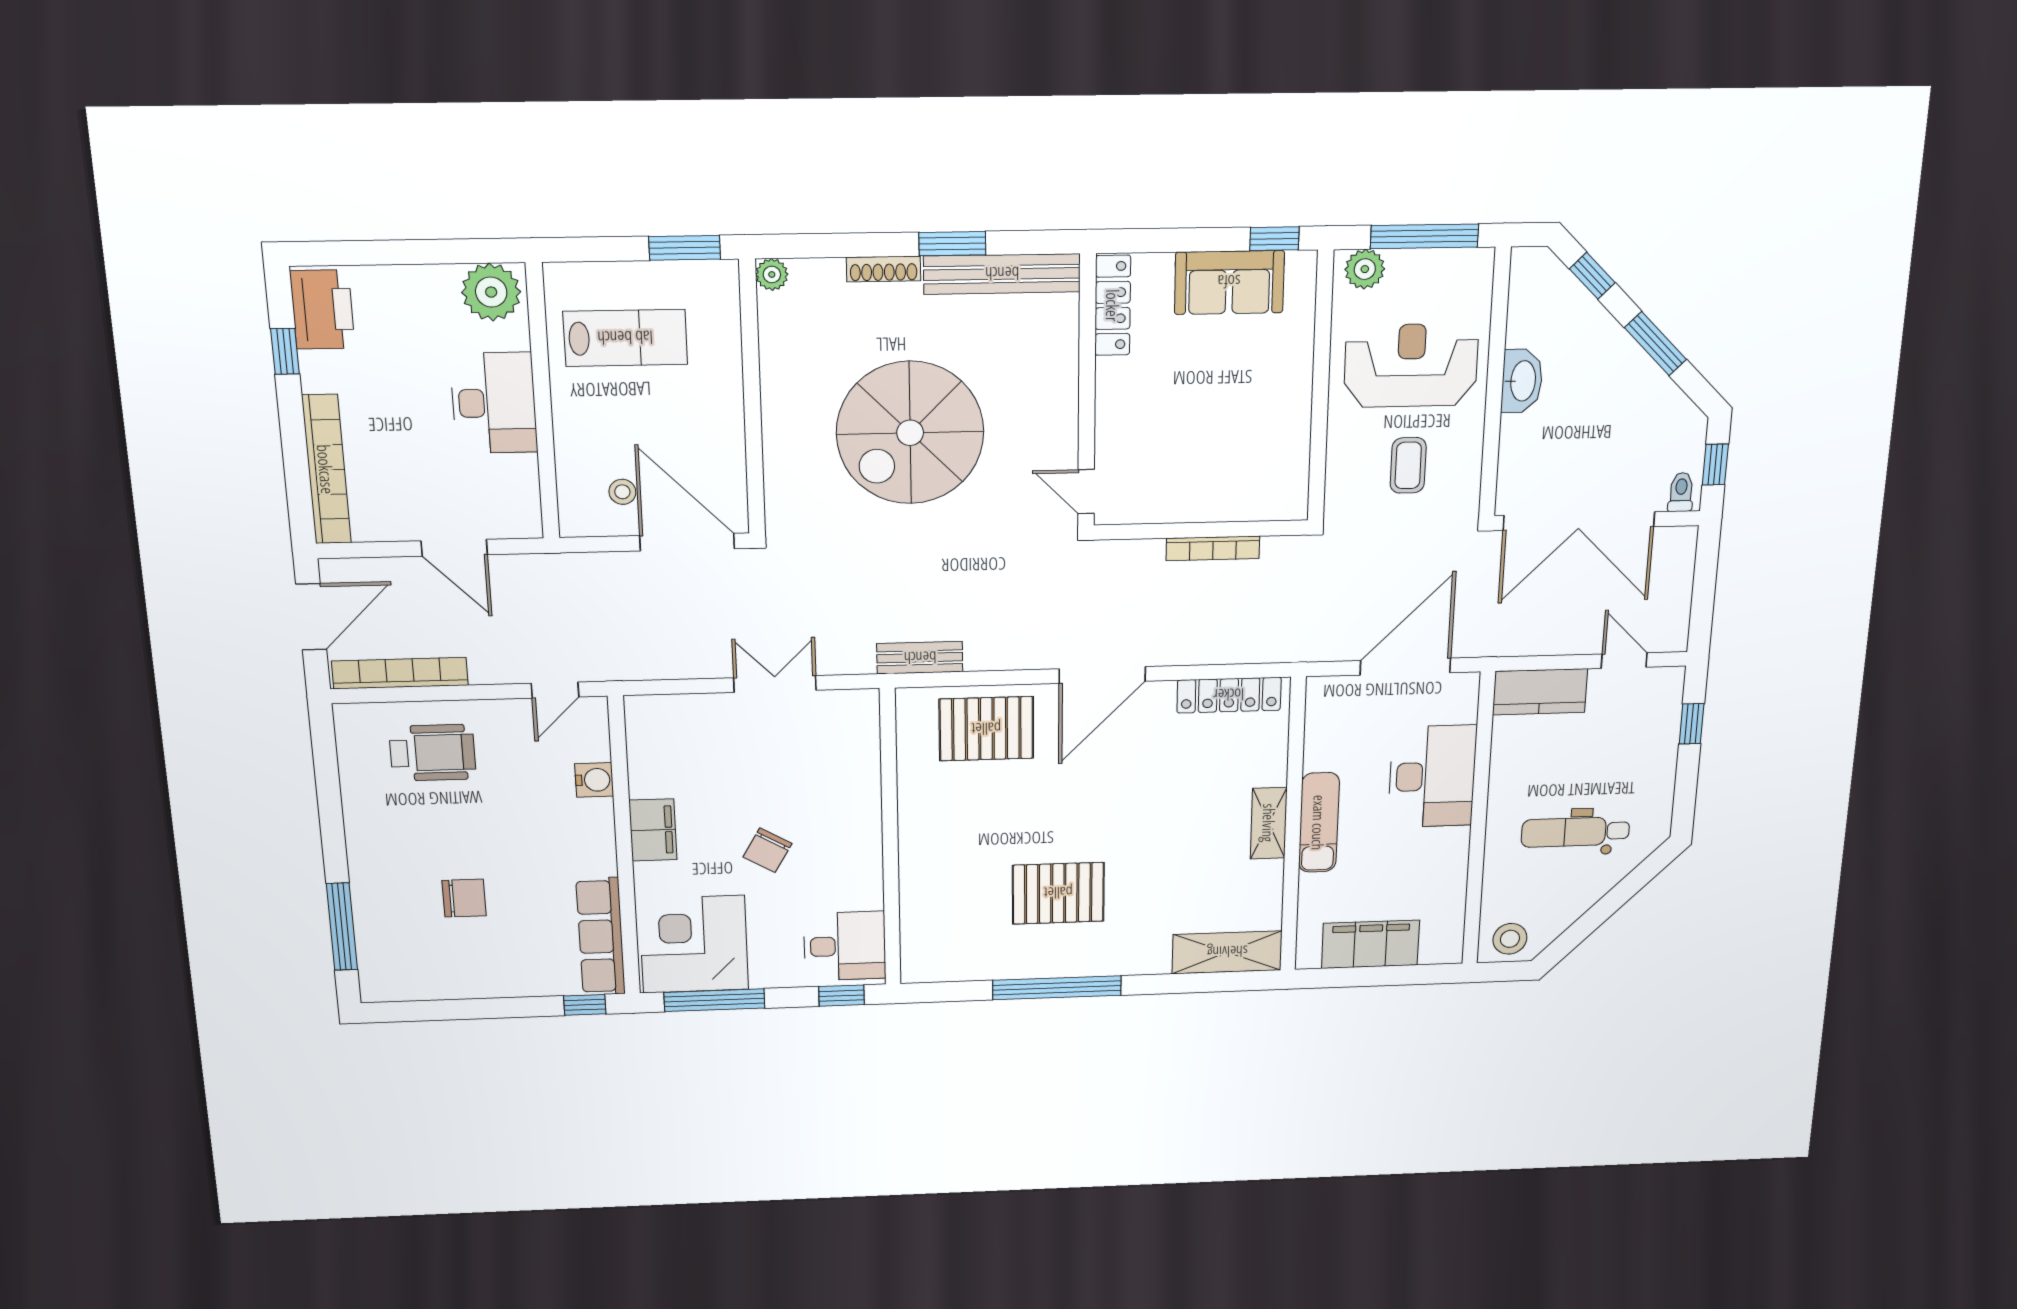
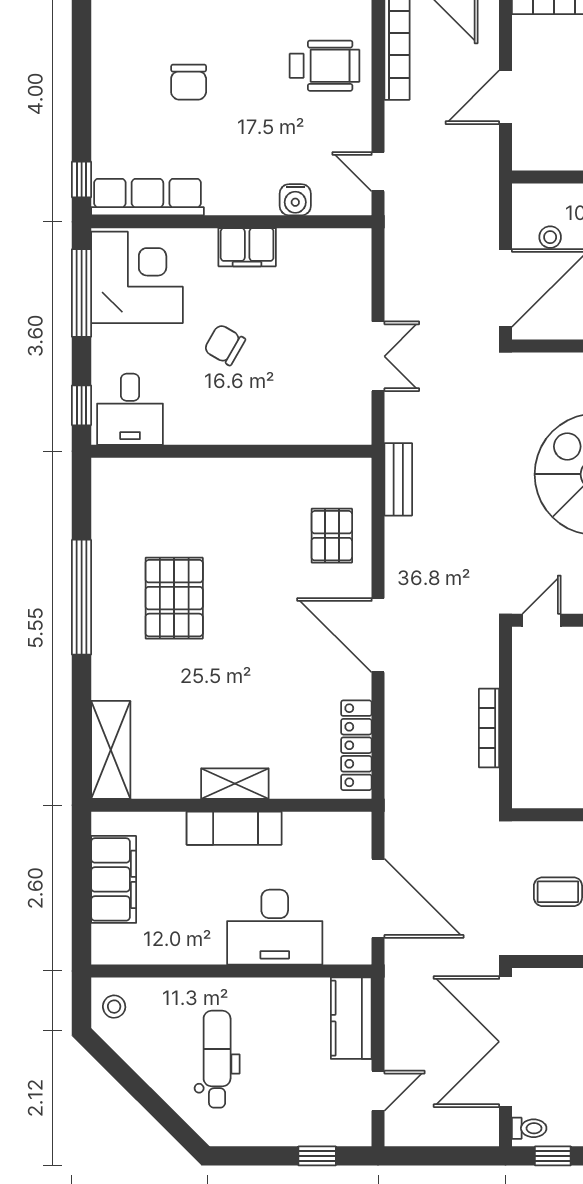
pallet: (986, 729) -> (332, 536), width x0.67, depth x0.71
wheelchair: (433, 753) -> (325, 66), turned -90
stool: (1510, 939) -> (114, 1007), width x0.73, depth x0.73

